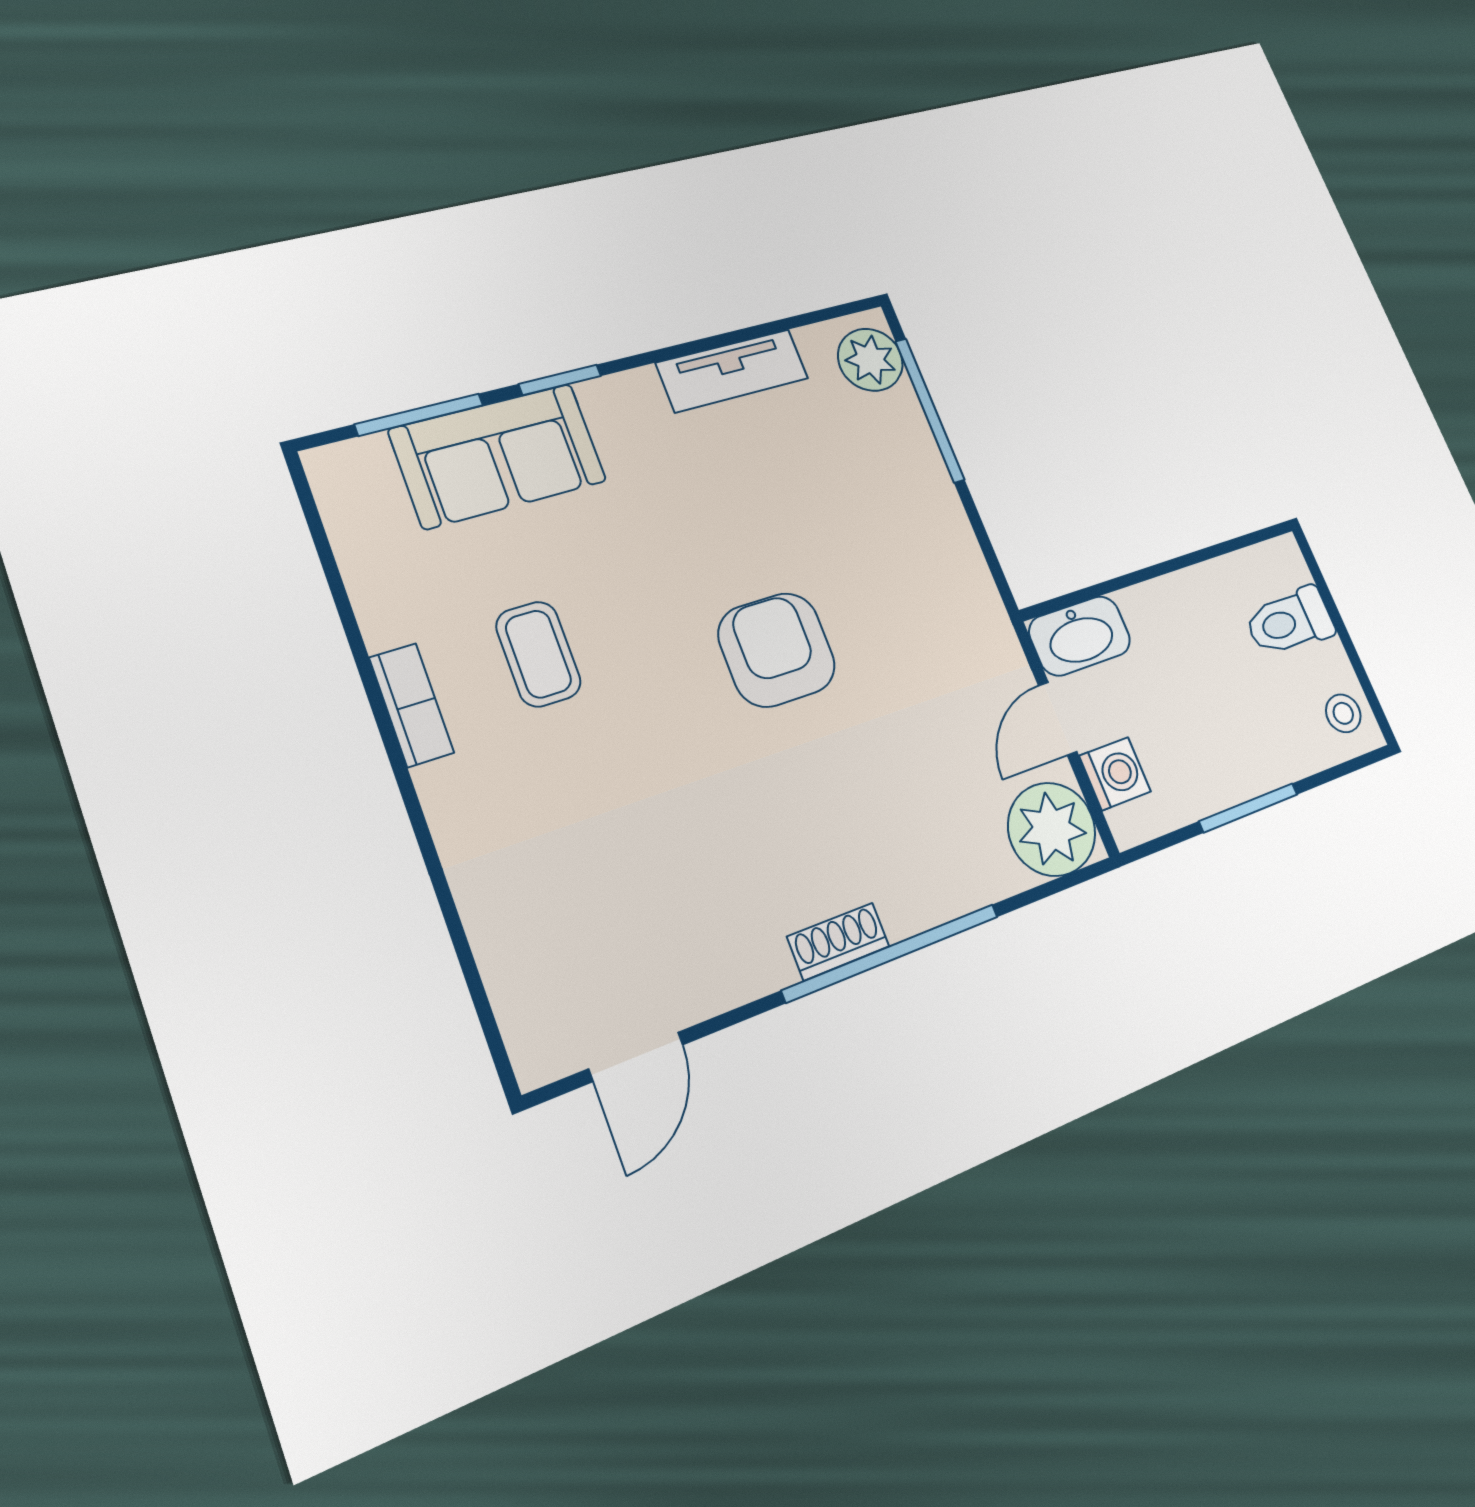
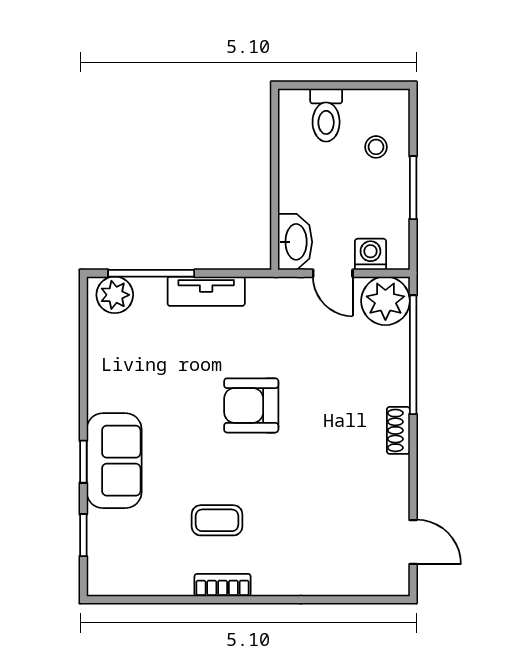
tv unit: (733, 371) -> (206, 291), moved, turned 90
window: (419, 415) -> (83, 535), width x0.67
sofa: (498, 455) -> (114, 461), moved
stool: (1343, 713) -> (376, 147), moved
window: (892, 953) -> (413, 355), moved

